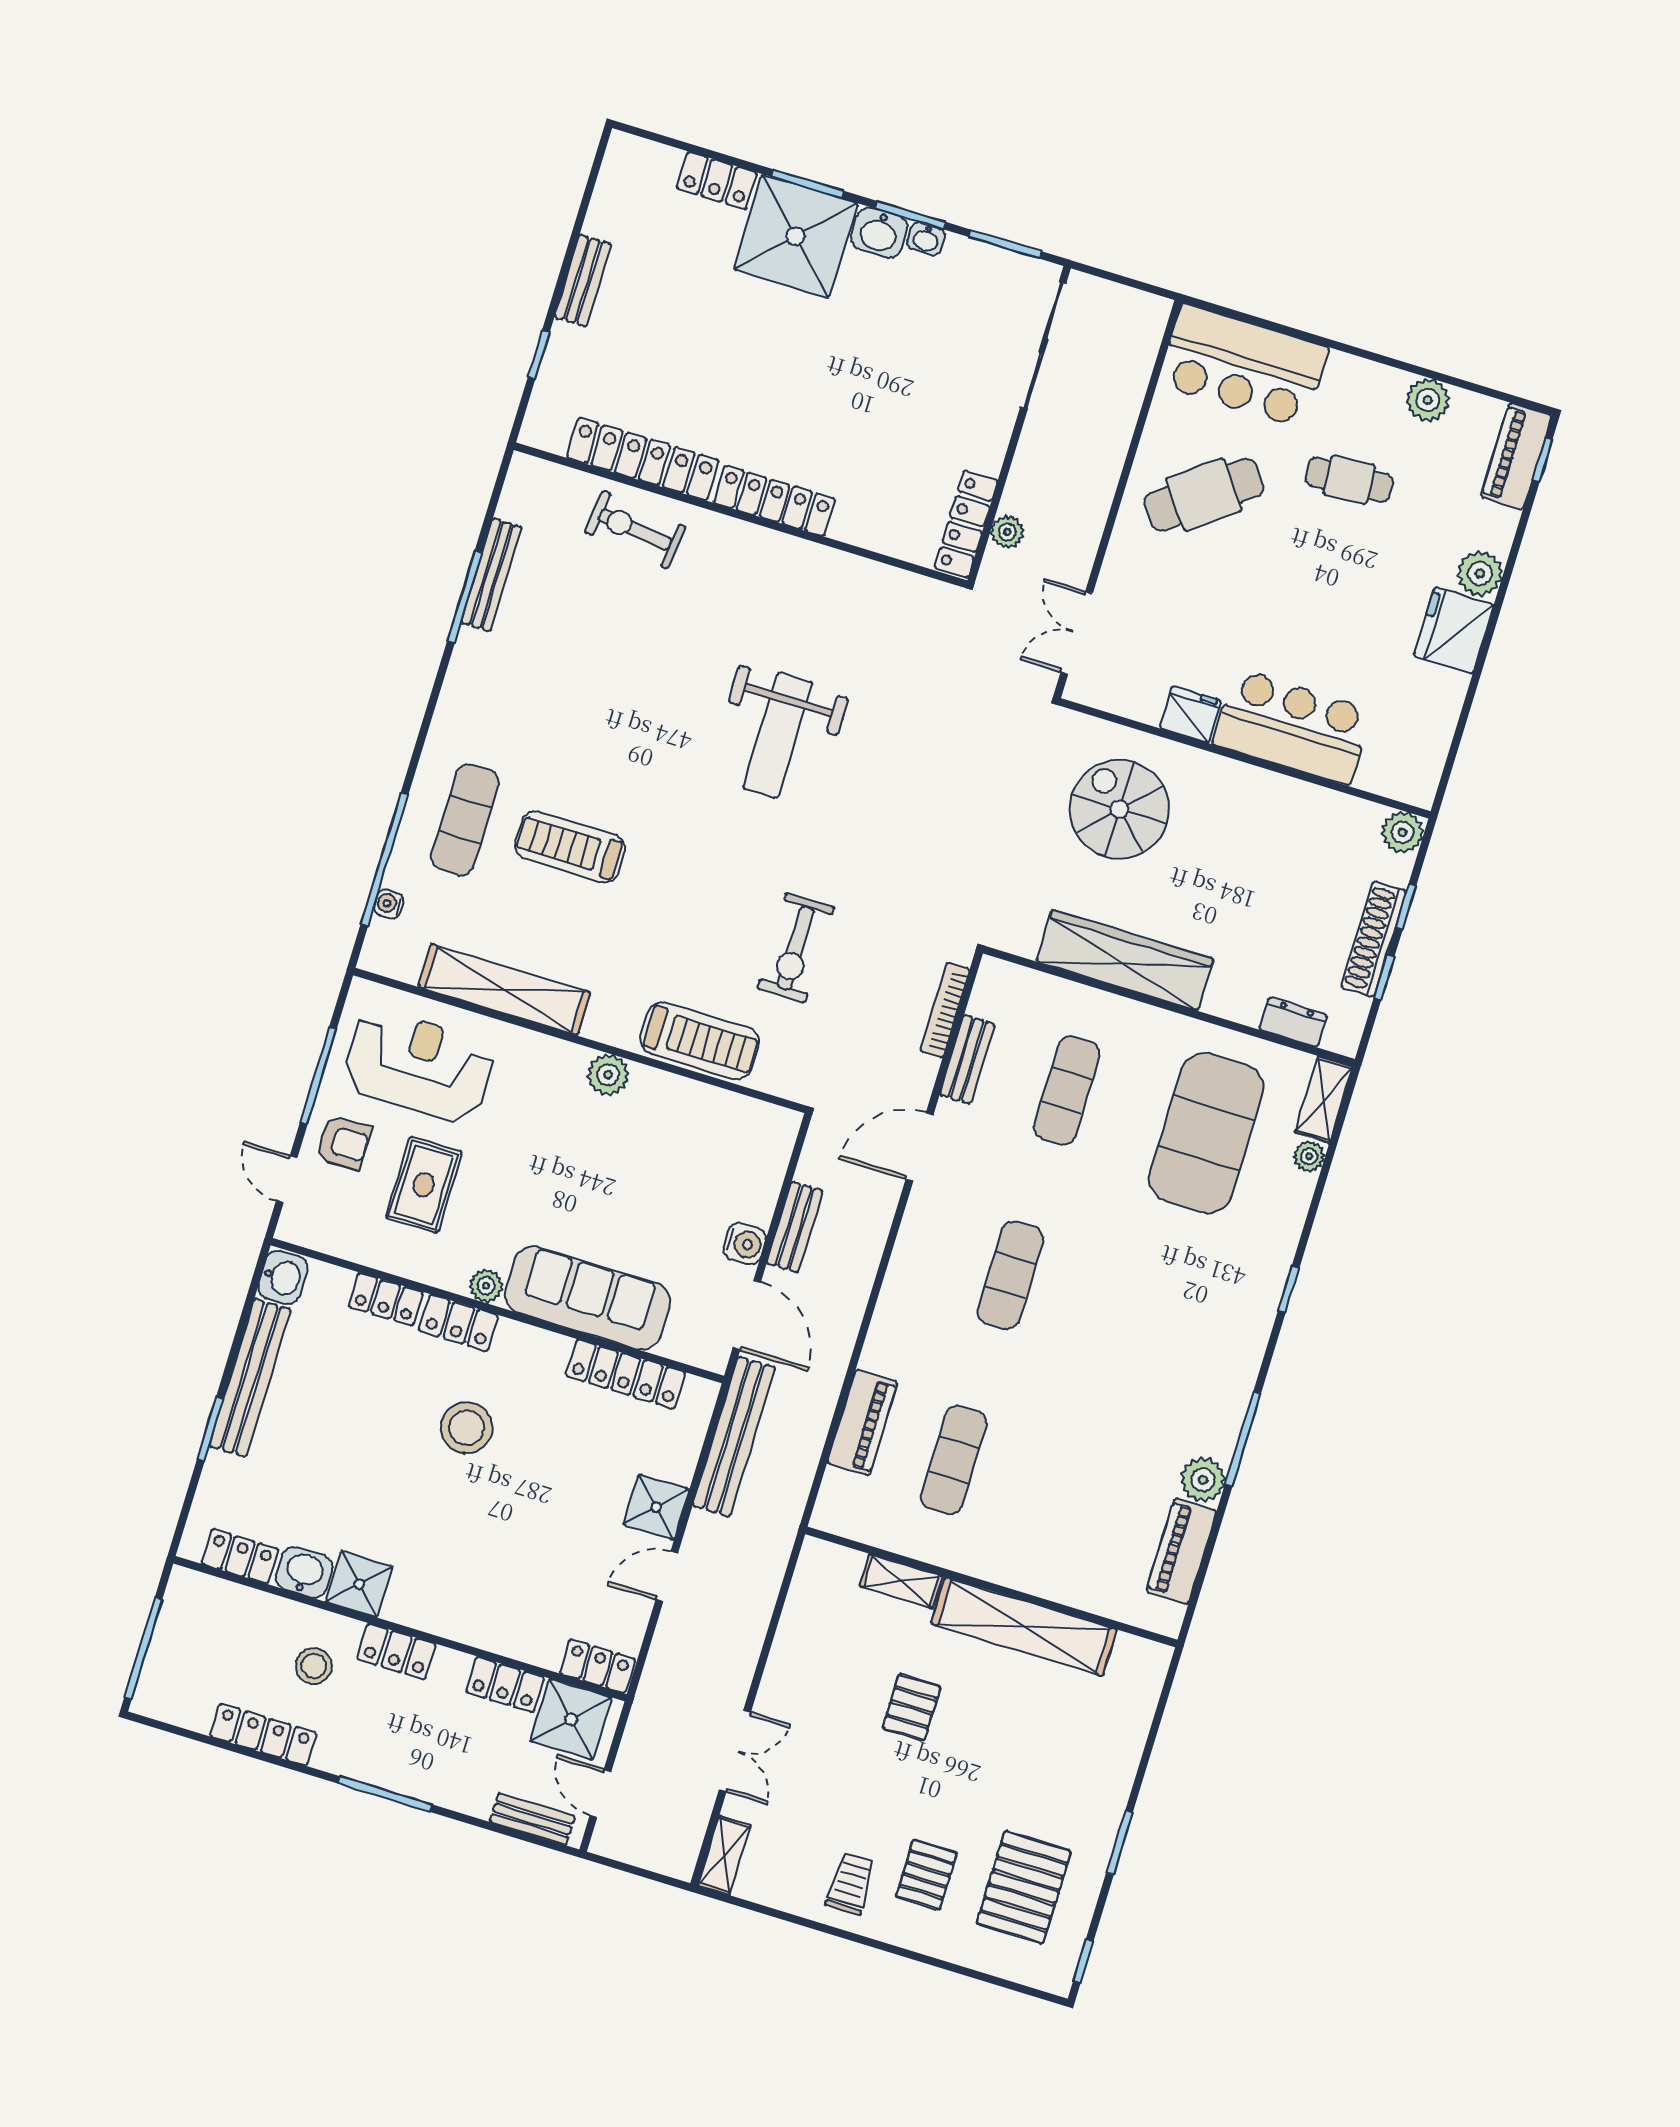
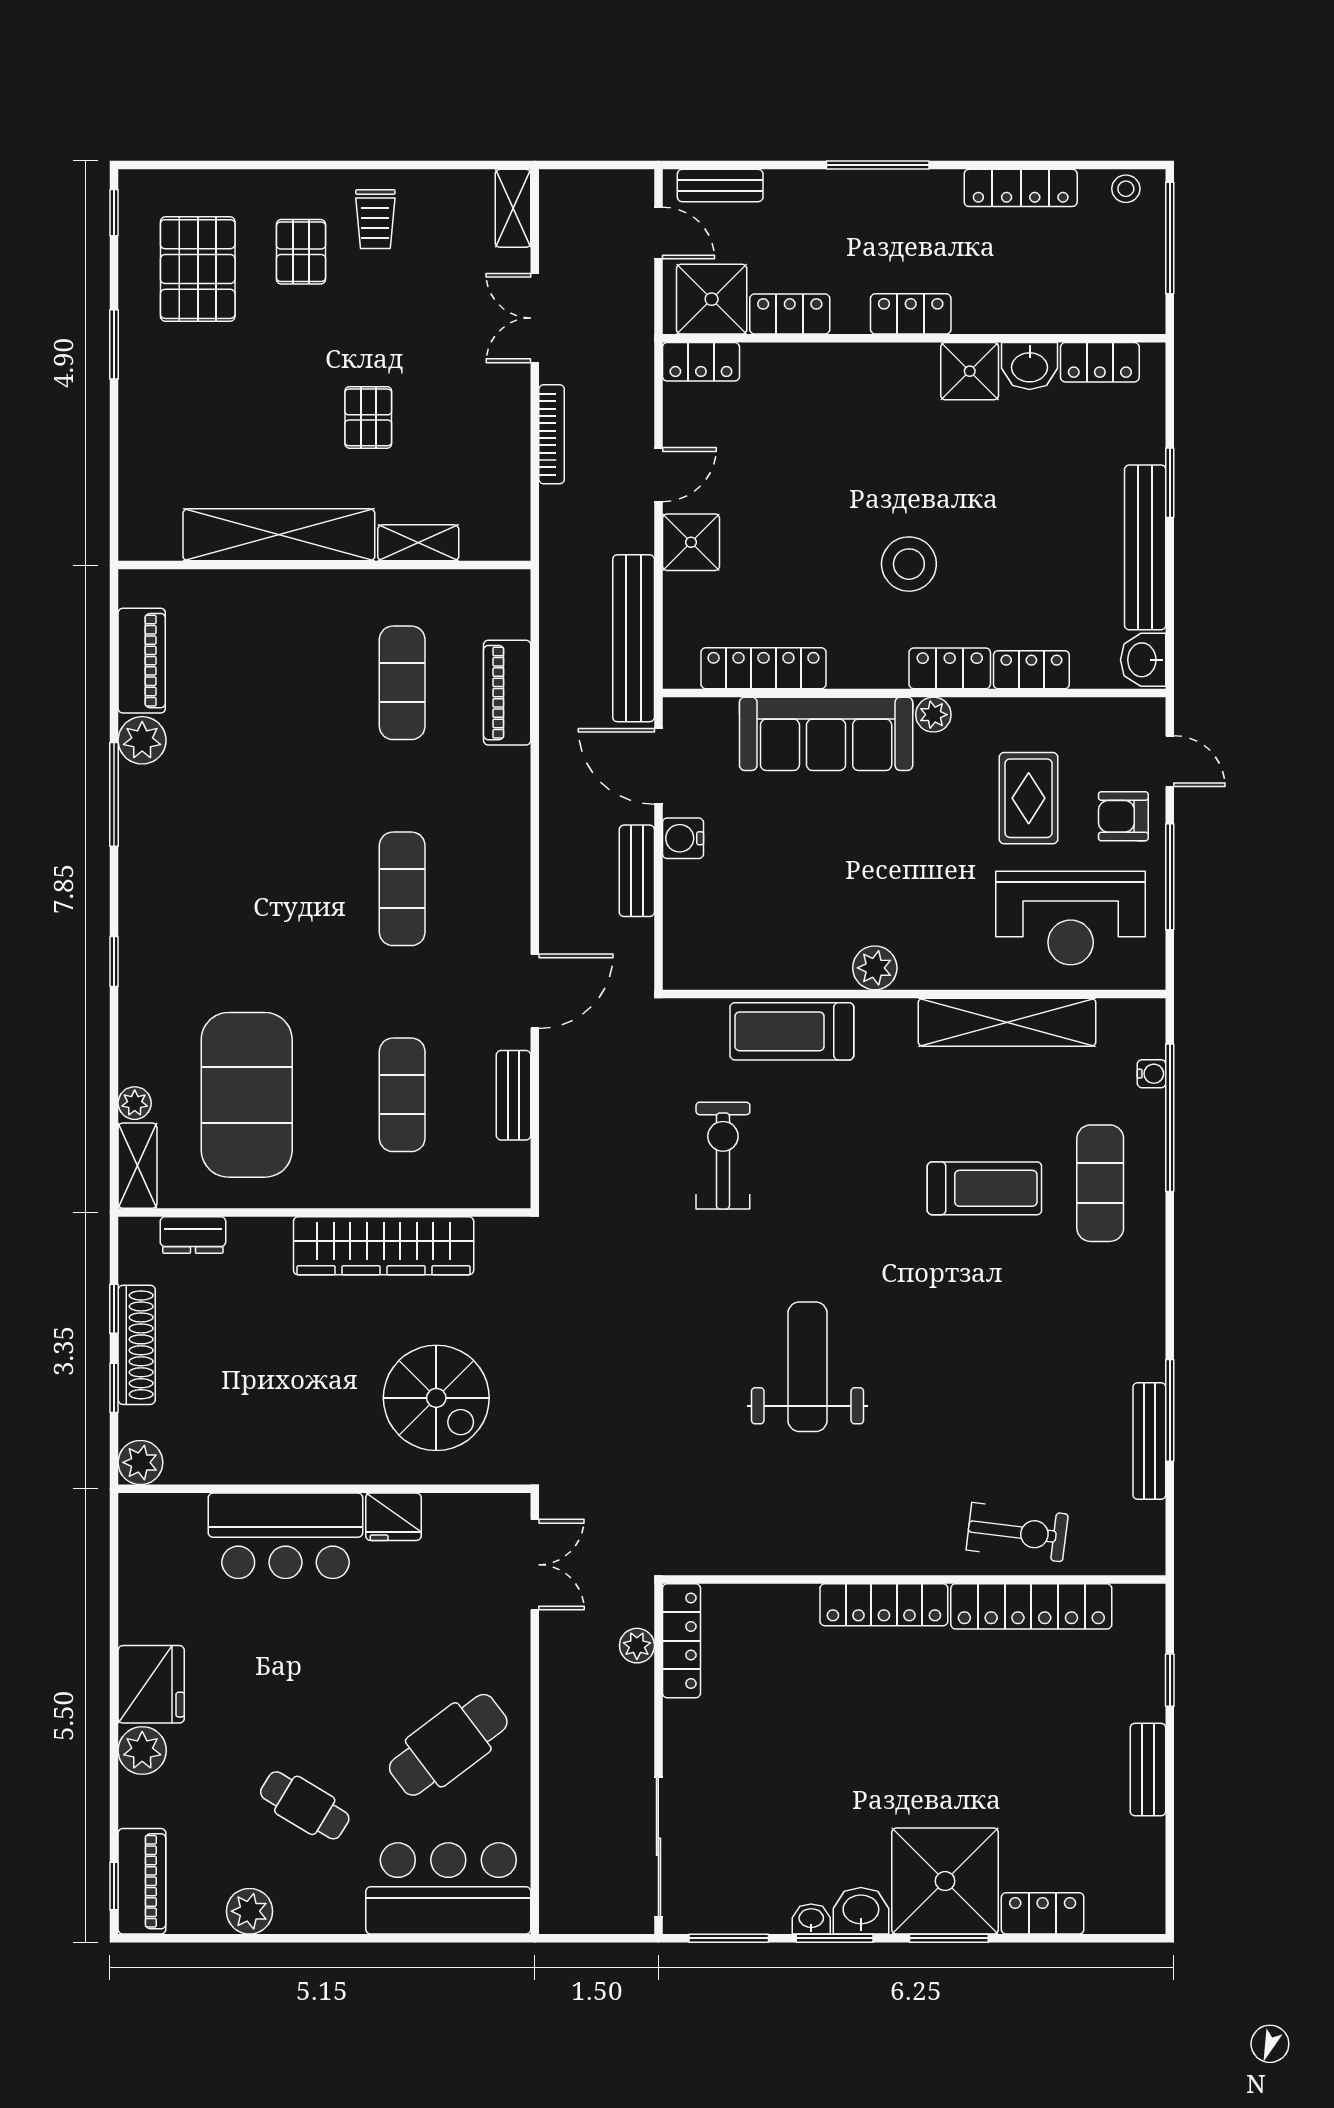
cafe table: (1349, 480) -> (305, 1805), turned 35
bookcase: (945, 1010) -> (552, 434), moved
stool: (314, 1666) -> (1126, 189), moved, width x0.73, depth x0.73

